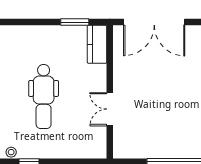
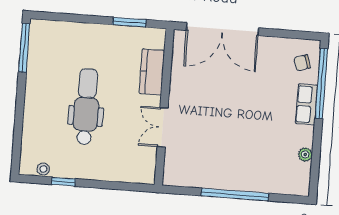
kitchen counter: (97, 44) -> (152, 72), moved
dental chair: (44, 97) -> (86, 107), turned 180

